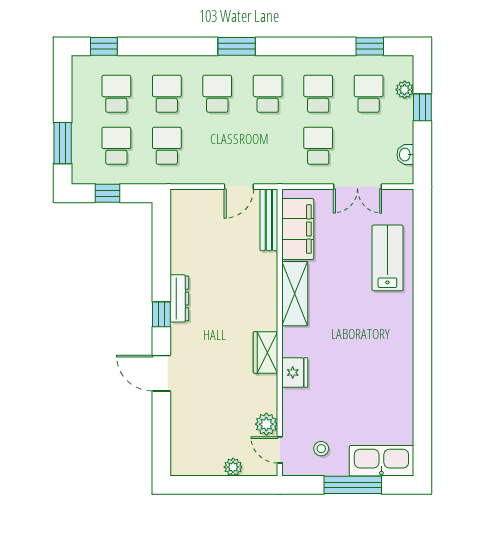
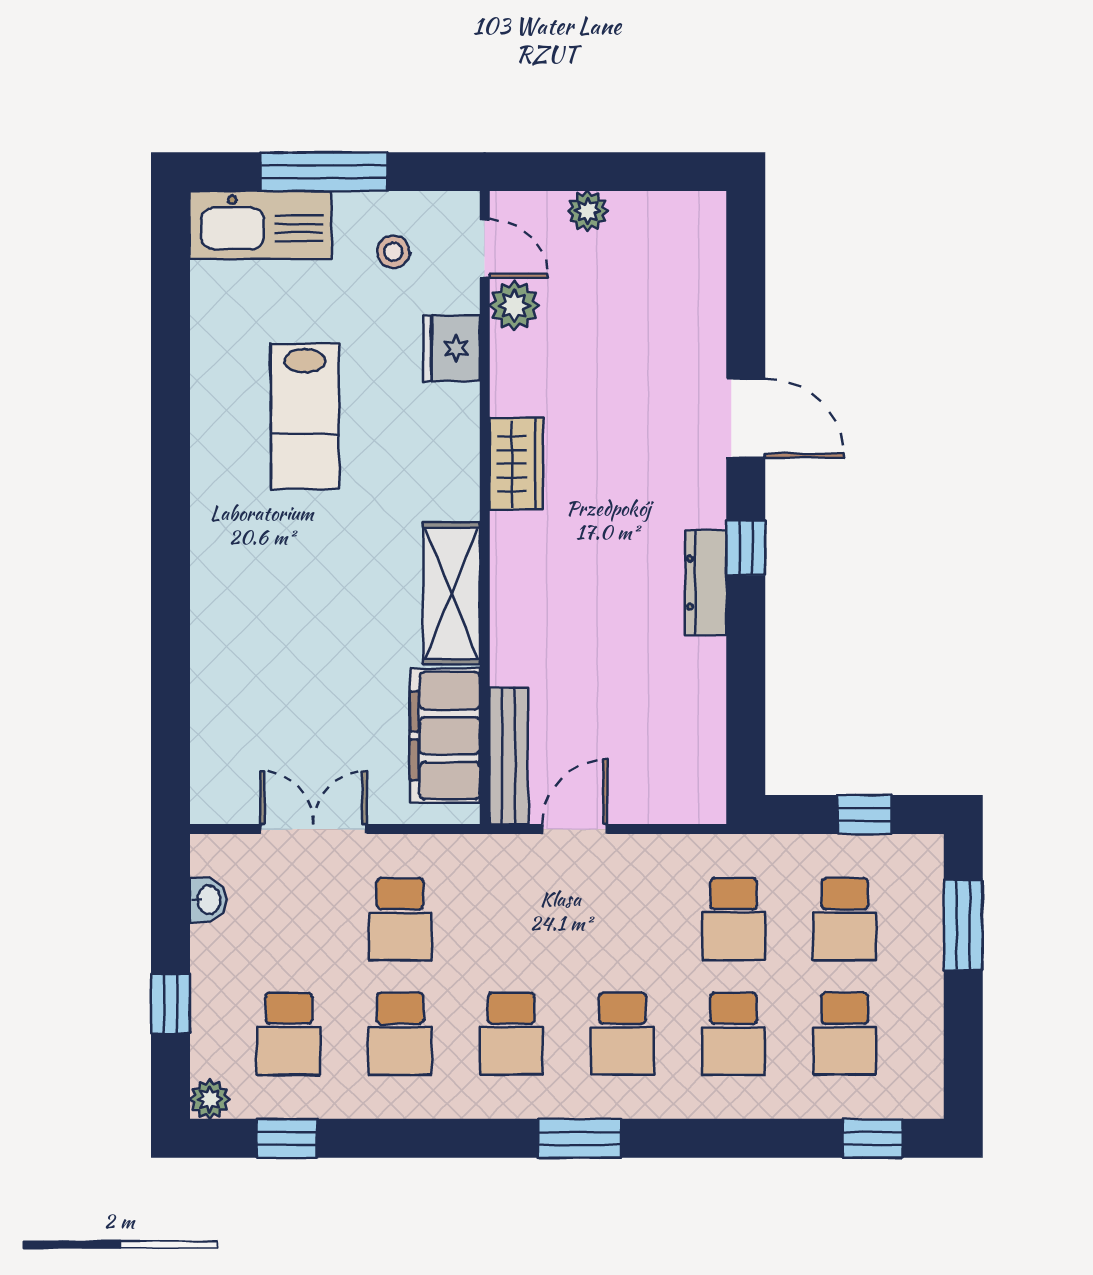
plant: (405, 90) -> (210, 1099), moved
lab bench: (387, 258) -> (305, 416), moved
fridge: (295, 373) -> (452, 348), moved

